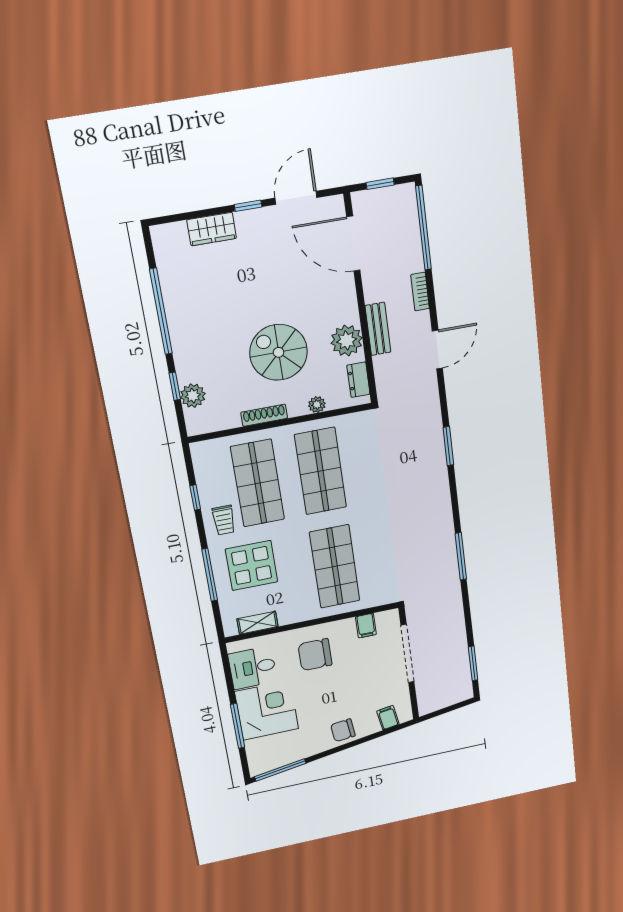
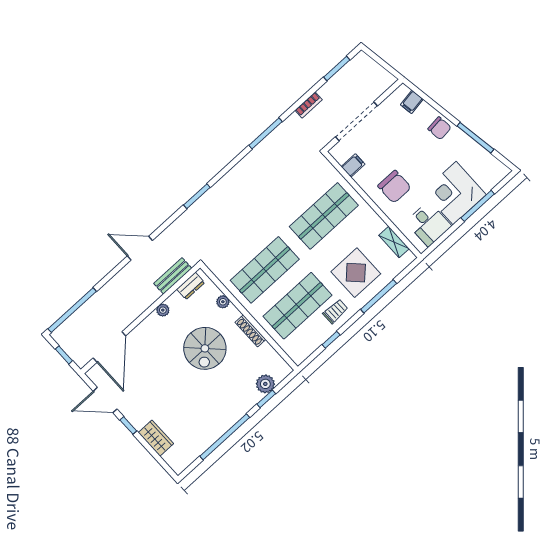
bookcase: (420, 292) -> (309, 105), moved
bench: (378, 329) -> (173, 276), moved
plant: (347, 341) -> (163, 310), width x0.53, depth x0.53
window: (280, 770) -> (475, 138), moved

